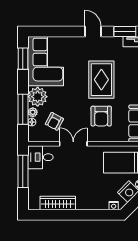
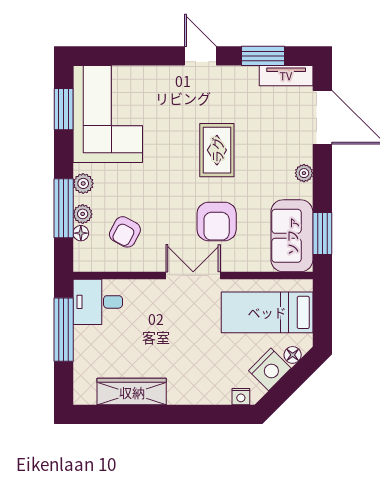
rug: (101, 80) -> (217, 150), width x0.73, depth x0.70
plant: (38, 97) -> (83, 183), width x0.53, depth x0.53
double door: (73, 144) -> (193, 276), moved

